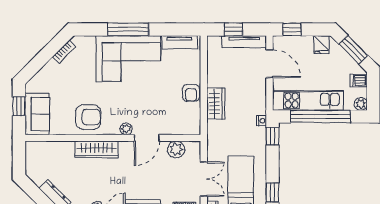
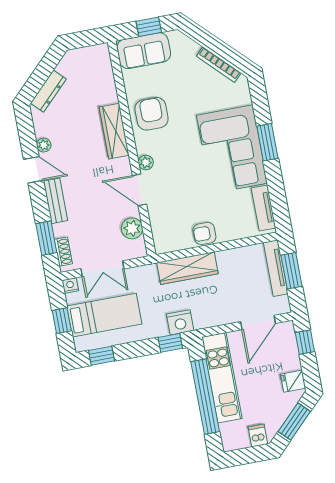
window: (128, 29) -> (267, 142), width x0.69
window: (233, 29) -> (291, 271), width x1.50
tv unit: (244, 42) -> (276, 268), moved
bookcase: (64, 52) -> (219, 65), width x1.56
wardrobe: (216, 104) -> (187, 268), width x1.50
plant: (361, 104) -> (230, 443), removed
armchair: (88, 117) -> (152, 114), turned 180
nightstand: (262, 121) -> (180, 322), width x1.89, depth x1.79

